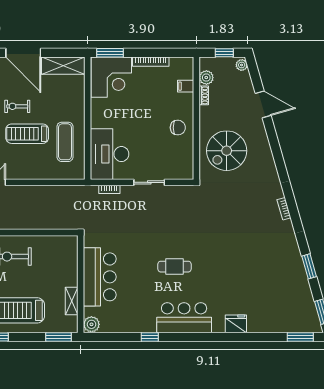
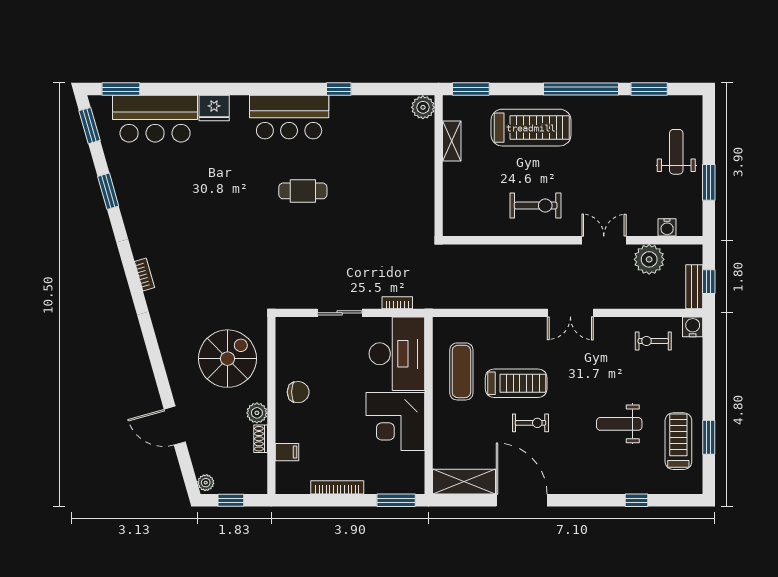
corner desk: (111, 77) -> (395, 422), moved, turned -90
plant: (206, 78) -> (257, 413), moved
chair: (178, 128) -> (298, 392), turned 180
bar counter: (100, 277) -> (155, 119), moved, turned -90

